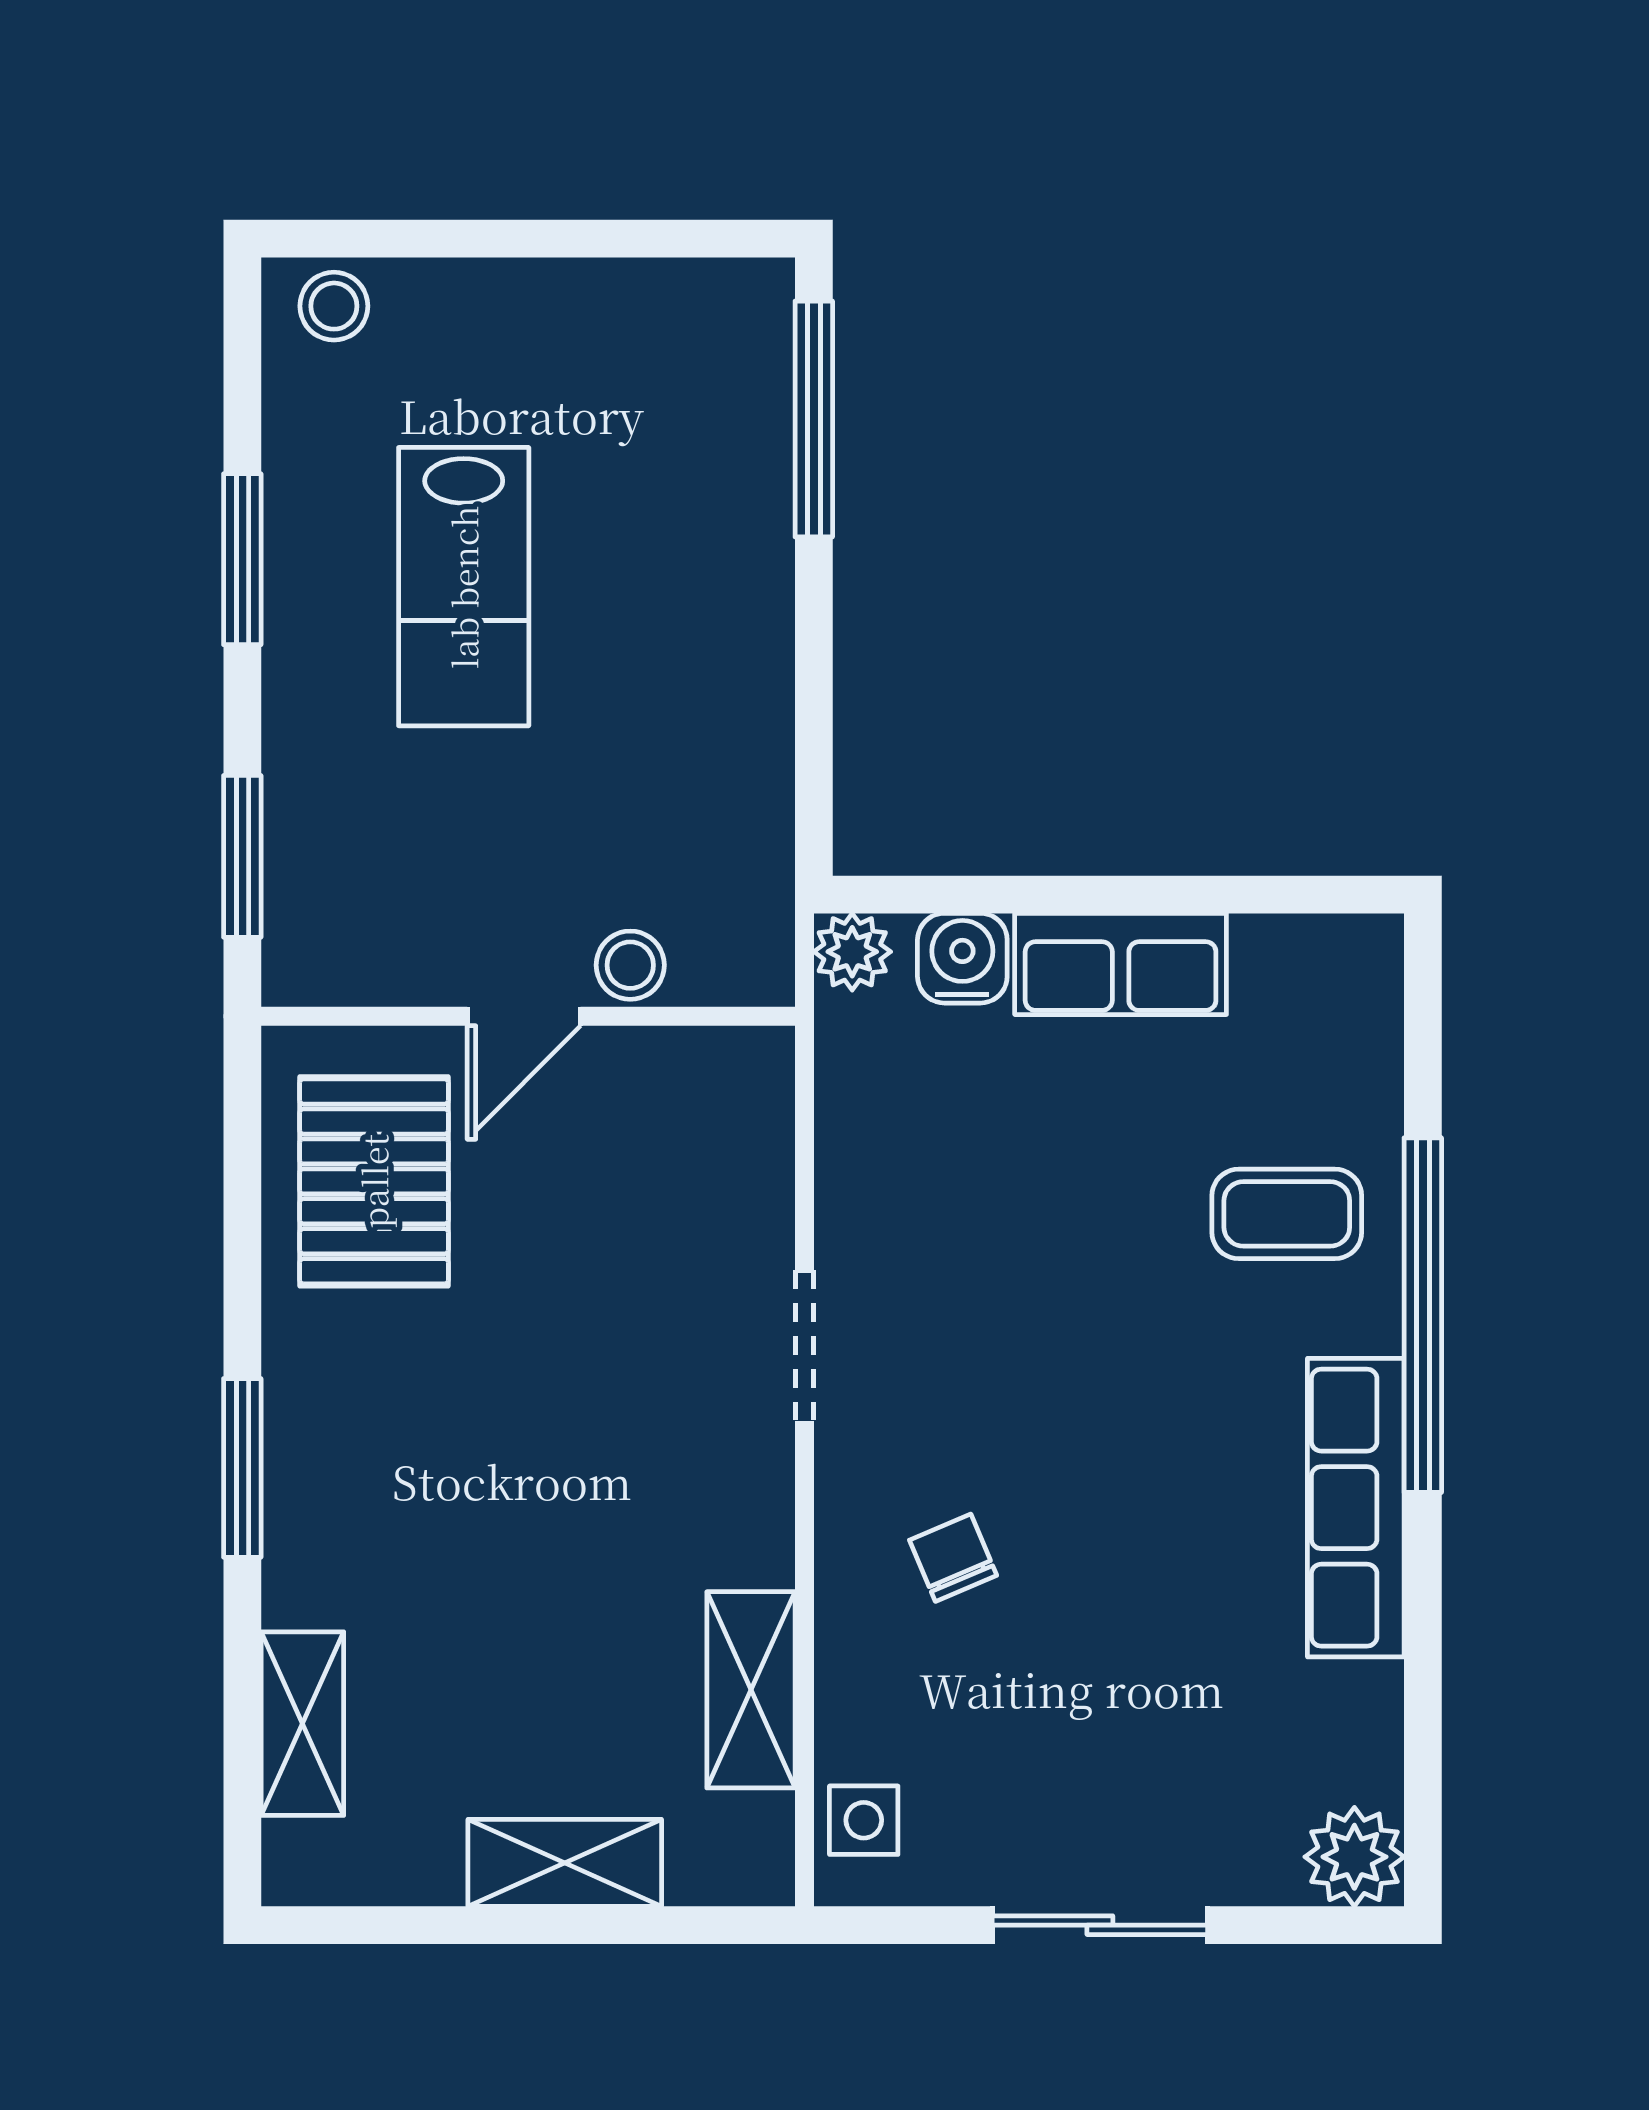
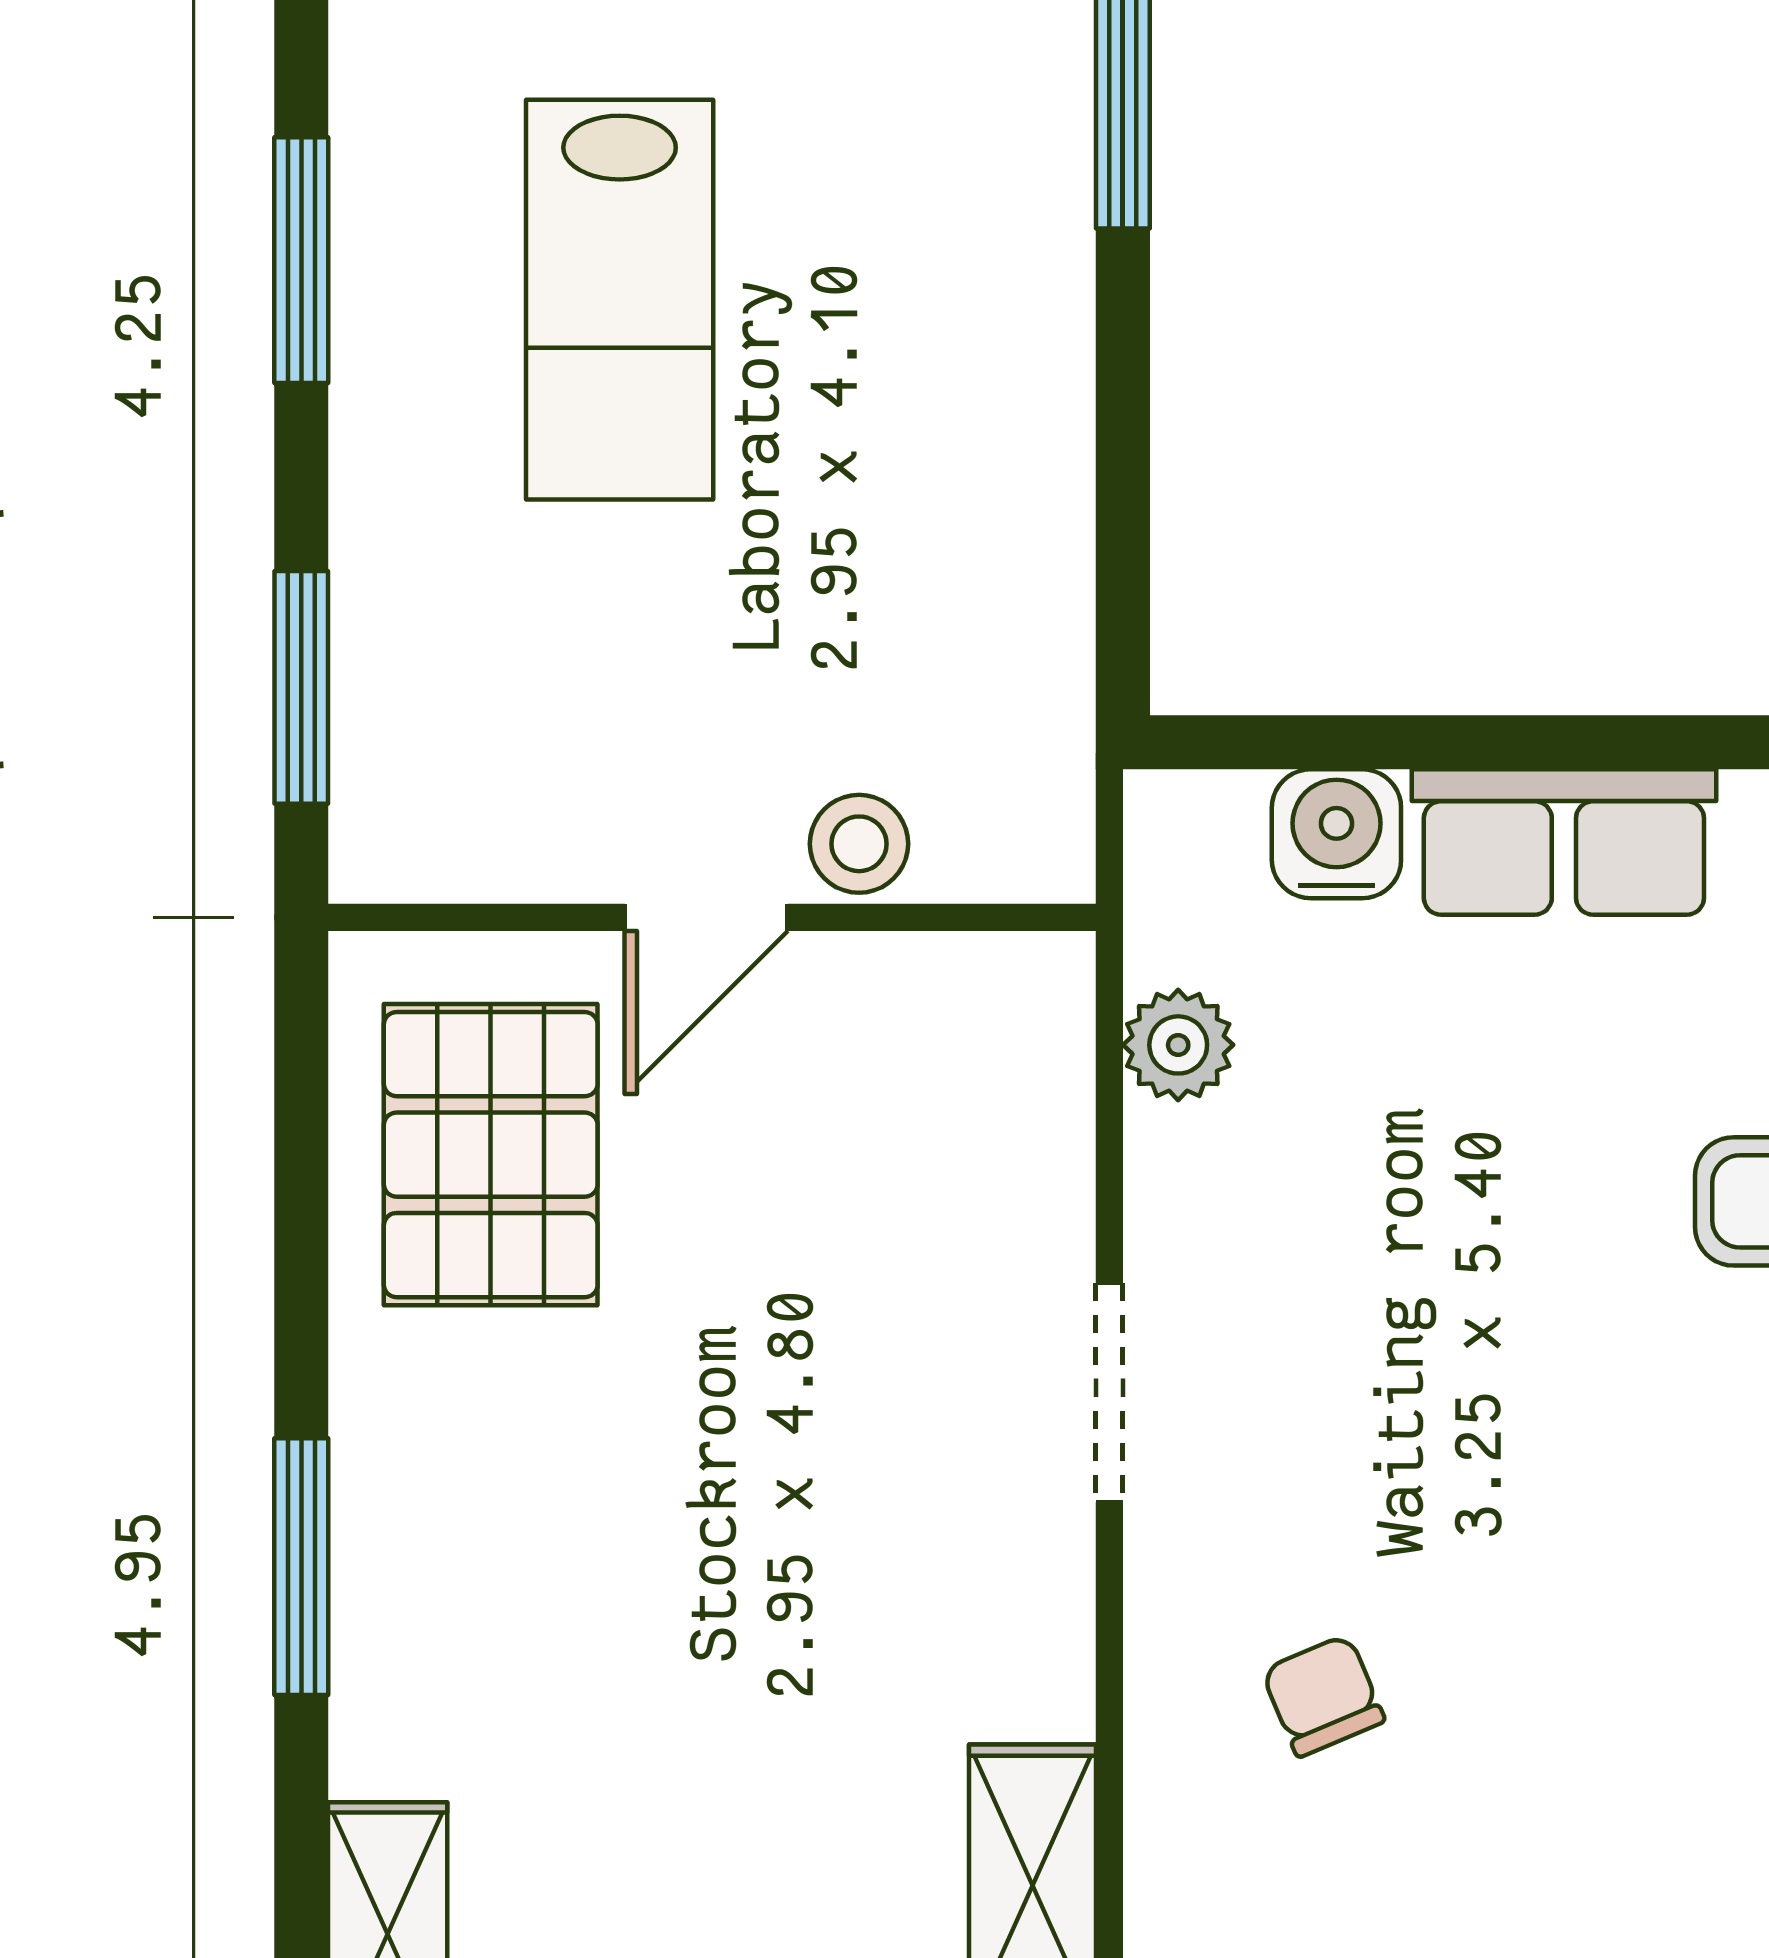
plant: (852, 952) -> (1178, 1045), moved

